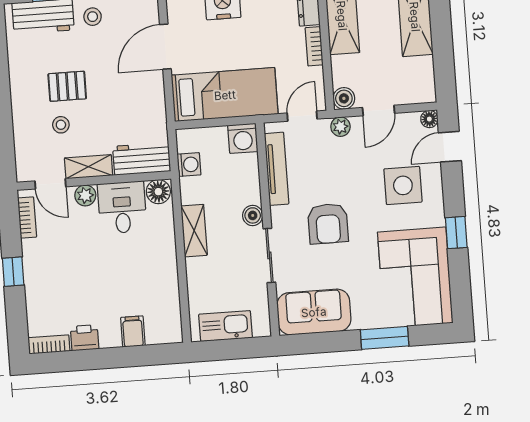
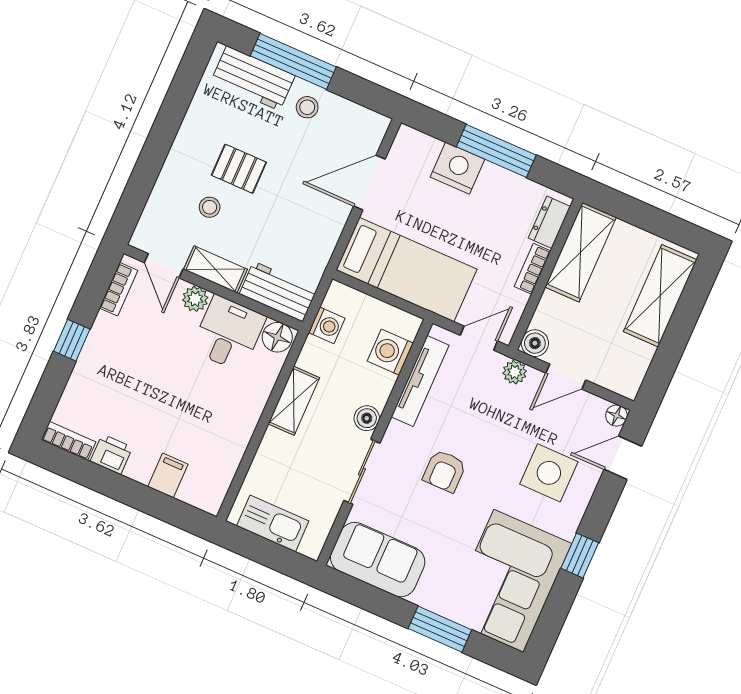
washing machine: (243, 138) -> (390, 352), moved, turned 90
armchair: (328, 224) -> (444, 471), width x0.72, depth x0.72

